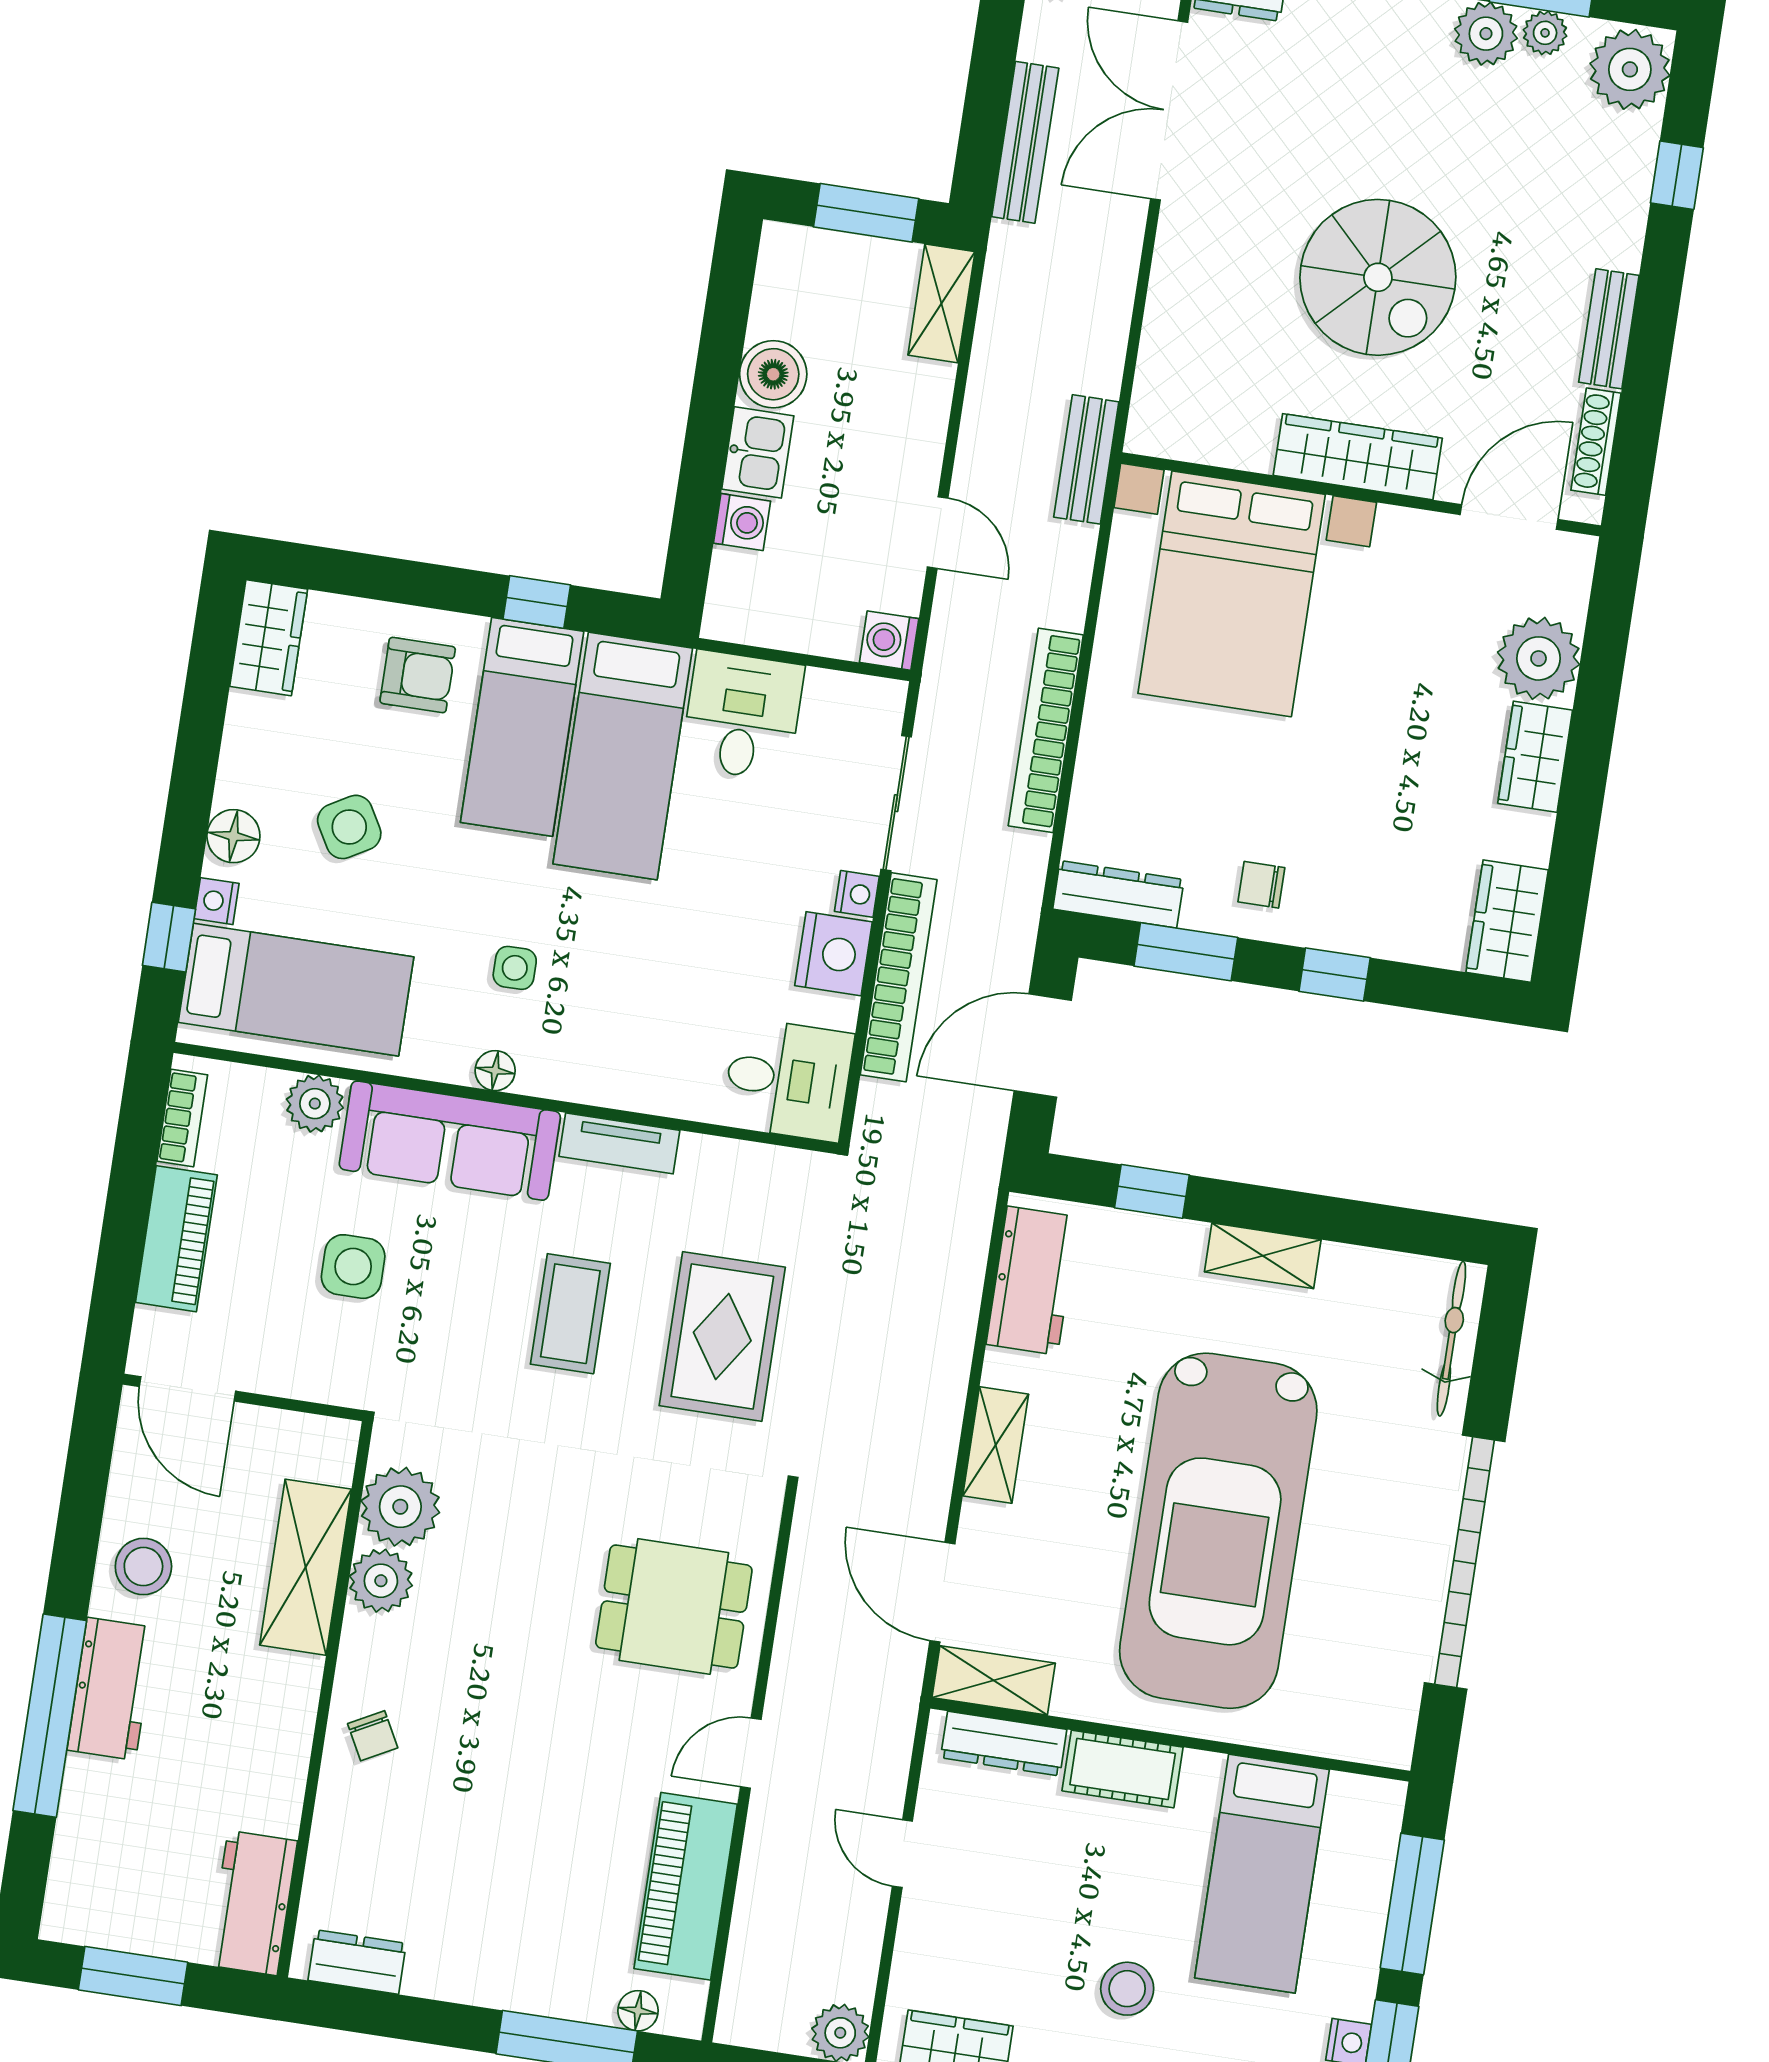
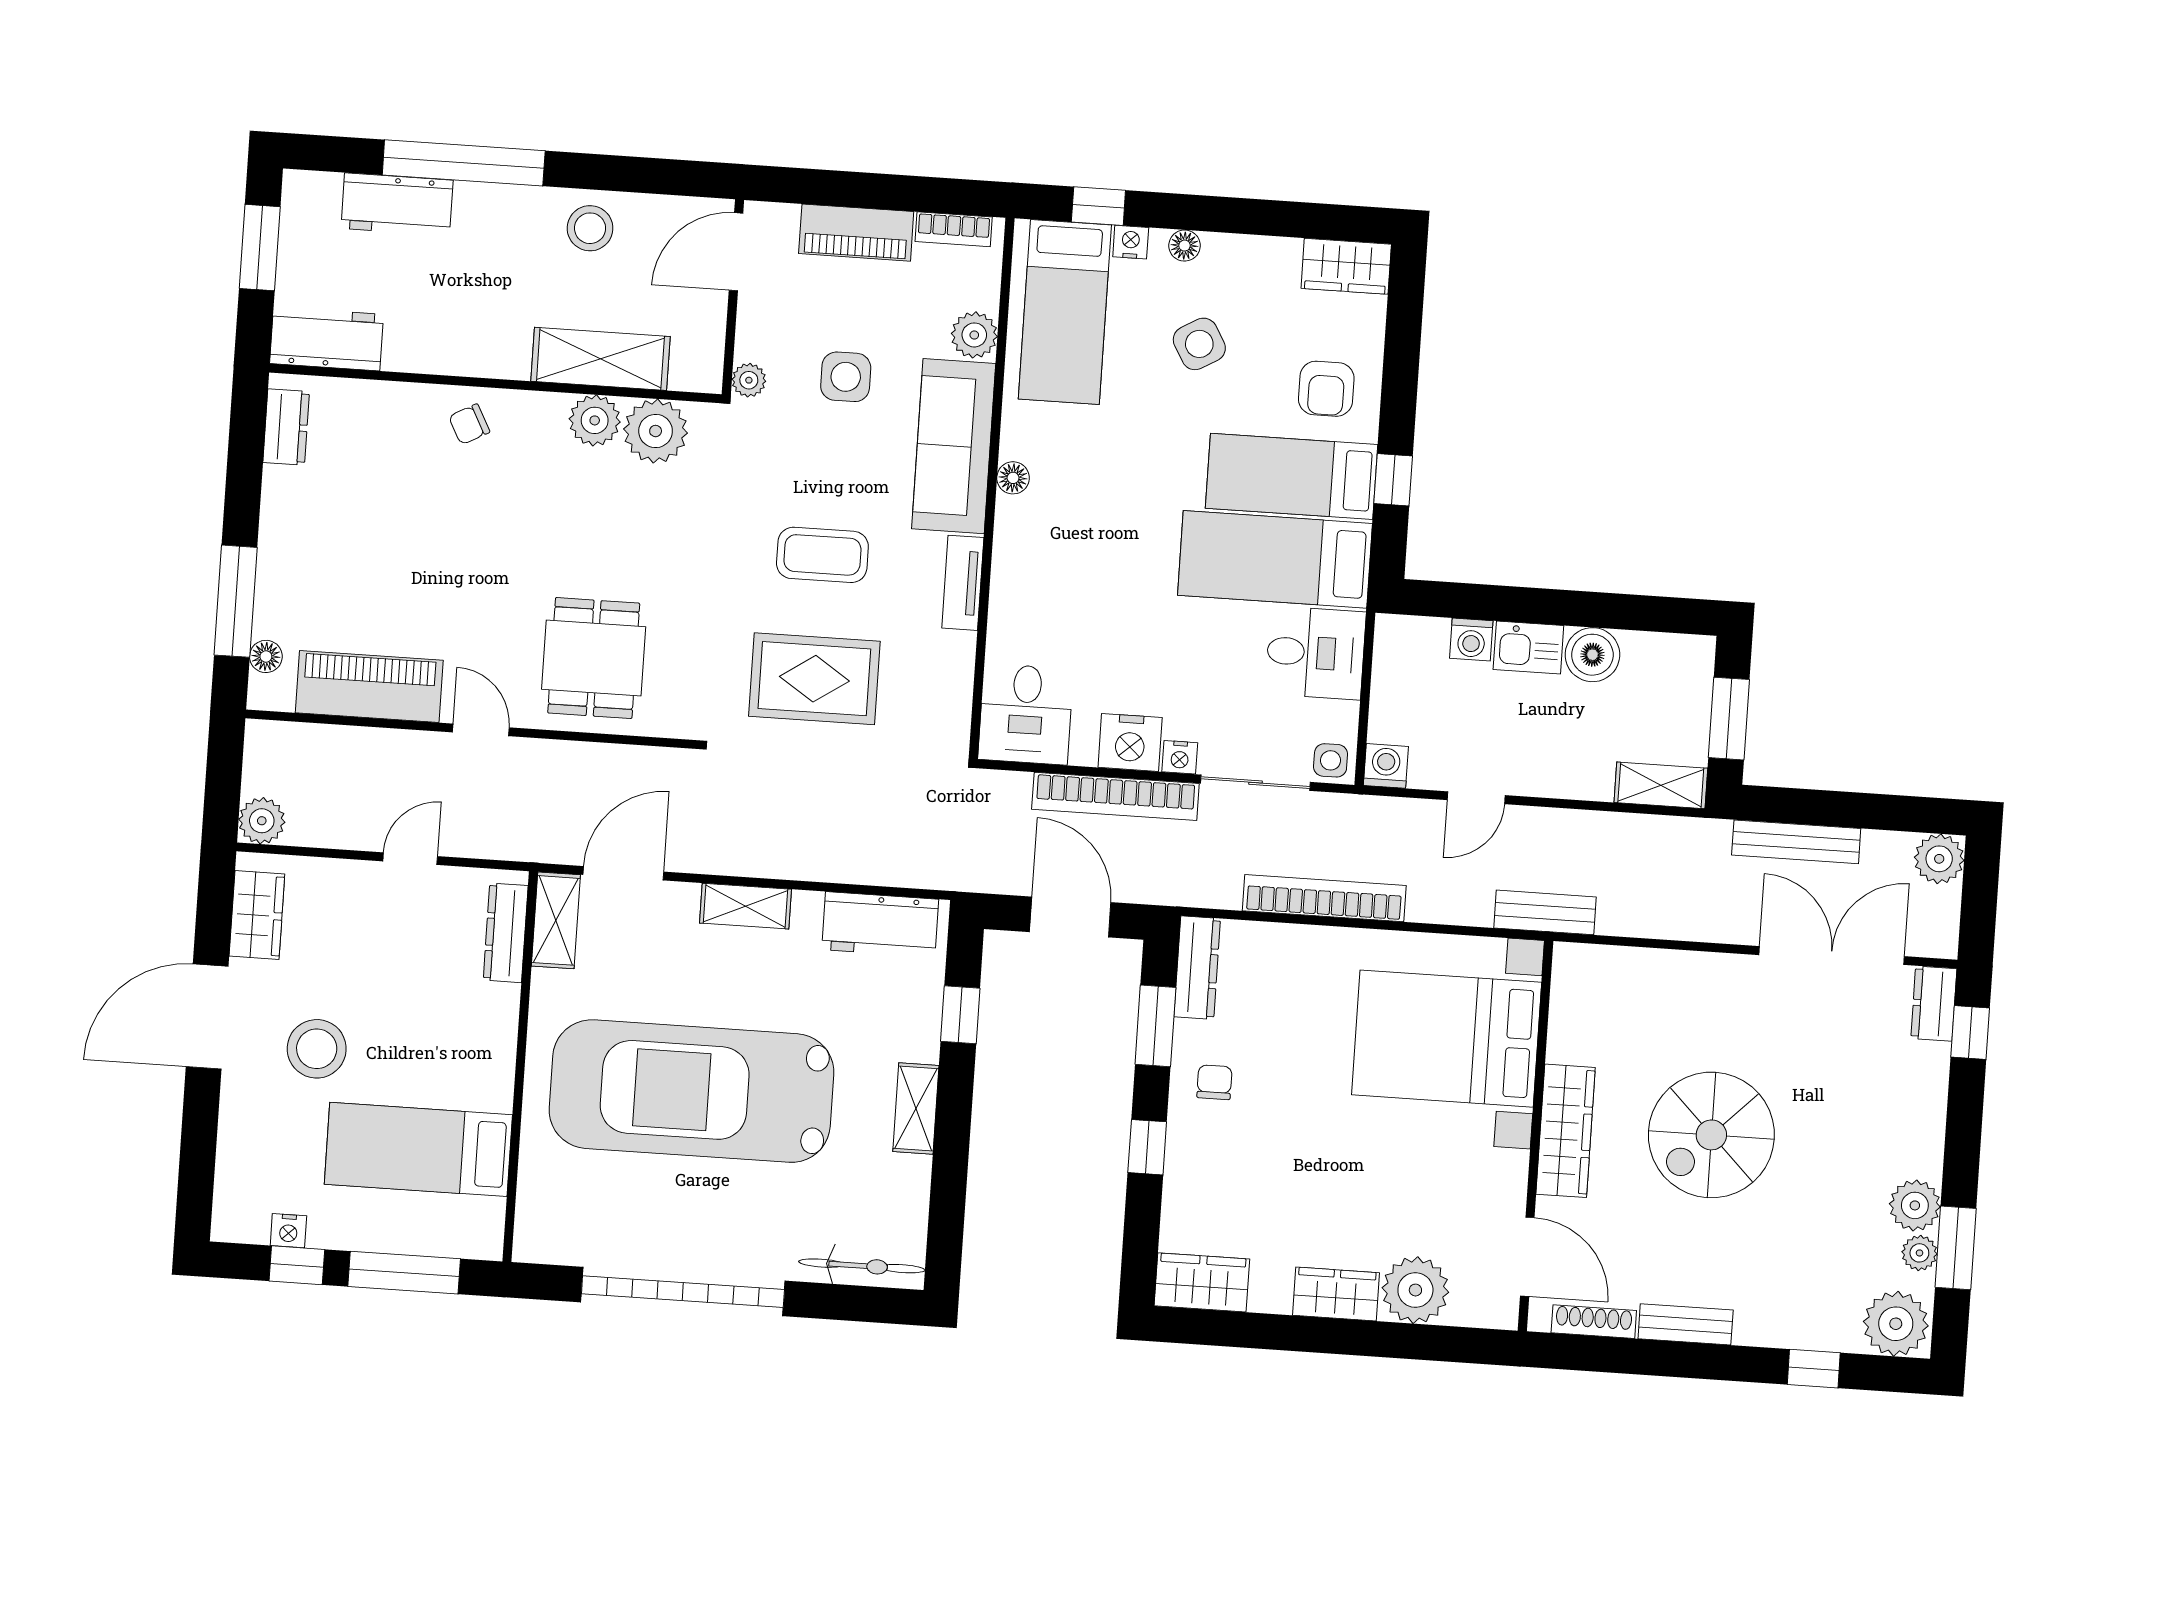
floor lamp: (233, 836) -> (1185, 246), width x0.73, depth x0.73
side table: (515, 968) -> (1331, 760), moved
plant: (347, 1386) -> (749, 380), added
workbench: (111, 1689) -> (397, 204), moved
cot: (1123, 1769) -> (493, 1030), removed
stool: (1127, 1989) -> (317, 1049), width x1.38, depth x1.38

